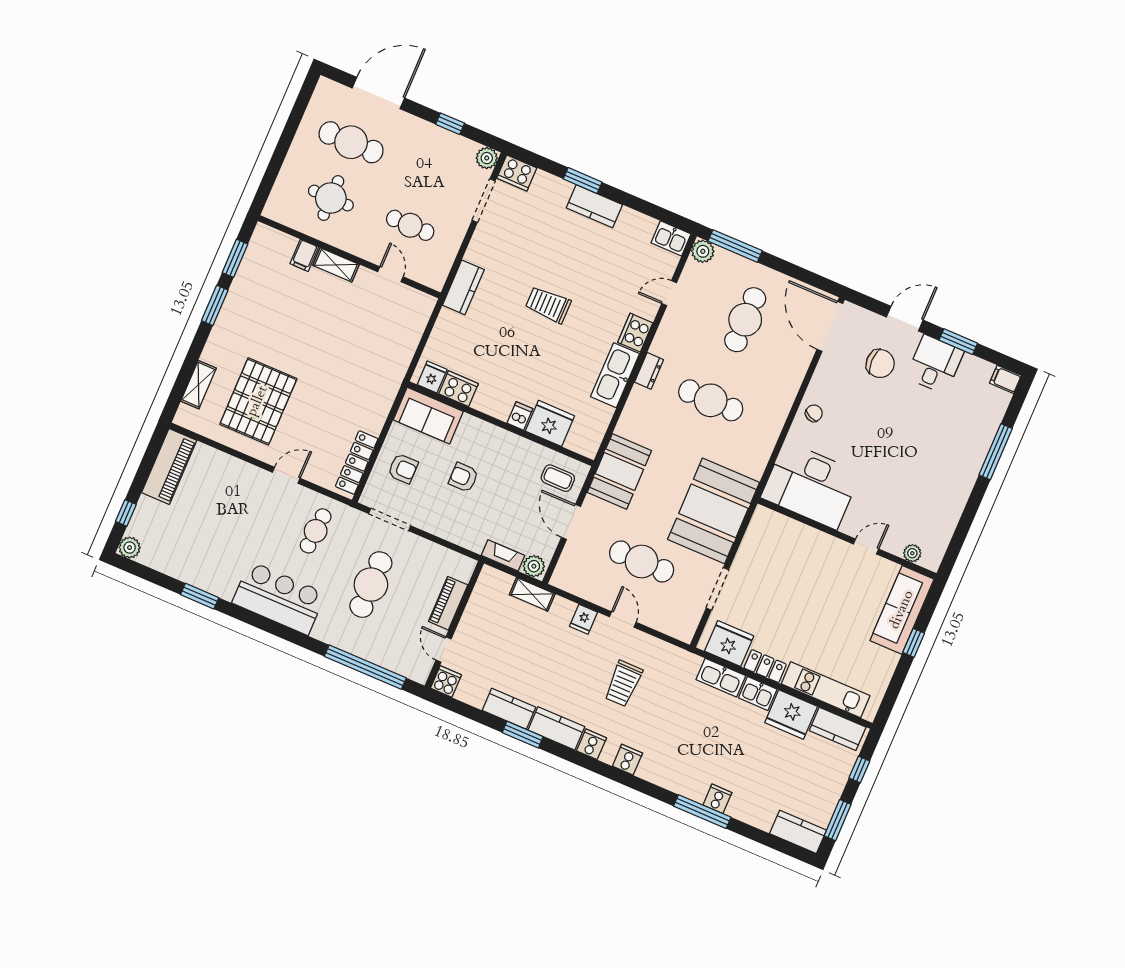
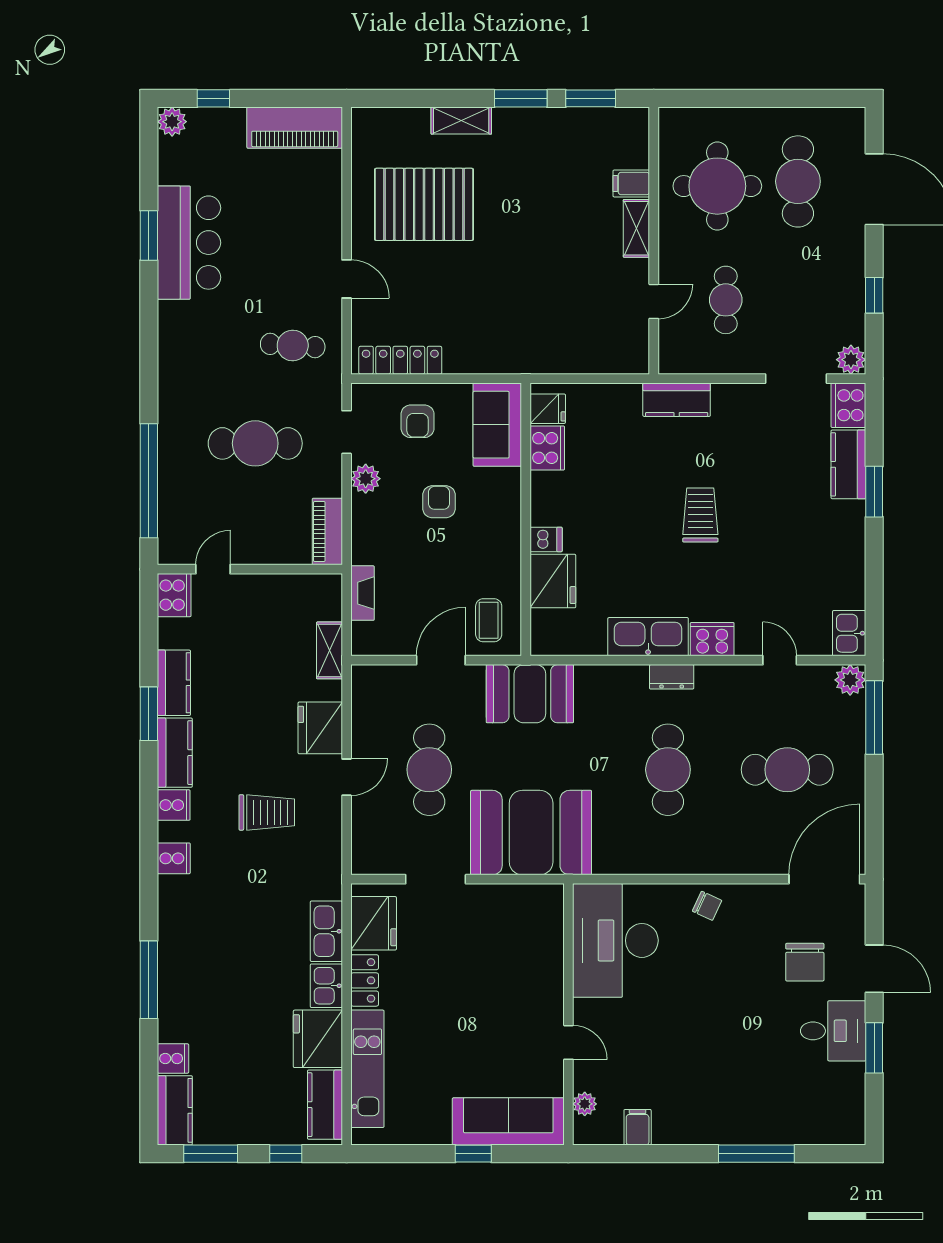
round table: (331, 198) -> (717, 186), width x1.36, depth x1.36
kitchen counter: (594, 206) -> (848, 464), moved
filing cabinet: (1005, 379) -> (638, 1127), moved
shelving: (199, 385) -> (461, 121), moved
doorway: (390, 520) -> (347, 432), width x0.73
plant: (534, 566) -> (366, 479), moved
bar counter: (279, 598) -> (189, 243), moved
piano: (448, 603) -> (327, 531), moved, turned -90
fridge: (583, 619) -> (320, 728), width x1.88, depth x1.34
cooker: (446, 682) -> (174, 595), width x1.36
trolley: (623, 684) -> (267, 812), turned 180
cooker: (717, 799) -> (173, 1058), moved

